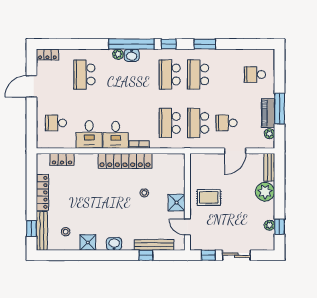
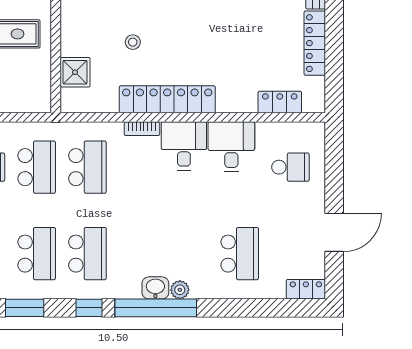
shower: (177, 203) -> (75, 72), moved

